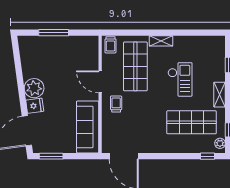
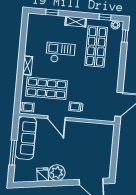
door: (100, 82) -> (57, 118), hinge flipped
fridge: (35, 106) -> (43, 175), moved
sofa: (88, 127) -> (26, 138), moved, turned -90
window: (51, 156) -> (114, 164), removed

